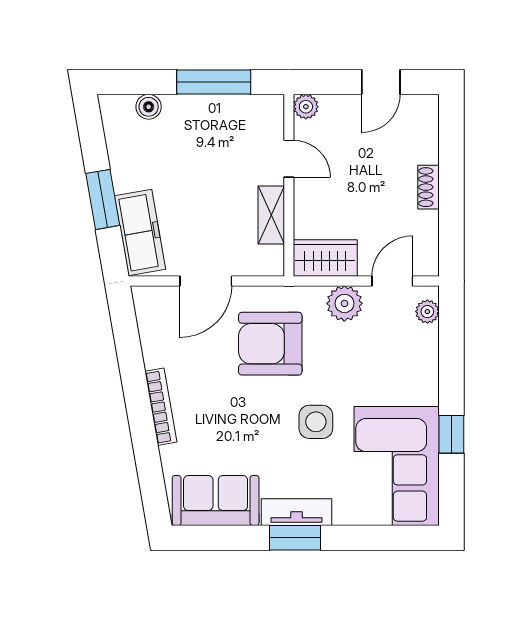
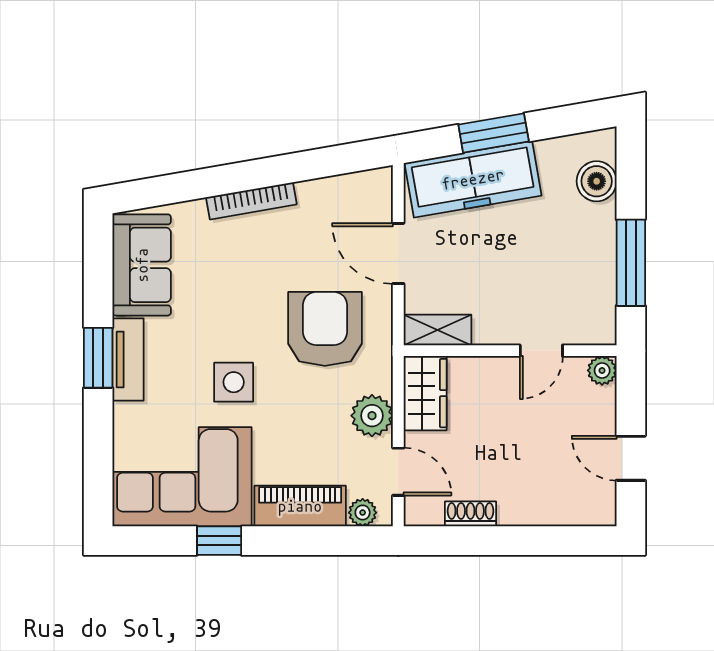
boiler: (149, 107) -> (597, 181), width x1.36, depth x1.36
shoe rack: (429, 187) -> (470, 514), moved
shelving: (271, 215) -> (437, 330), moved
freezer: (140, 233) -> (473, 179), width x1.36, depth x1.26
piano: (422, 365) -> (300, 506), added

